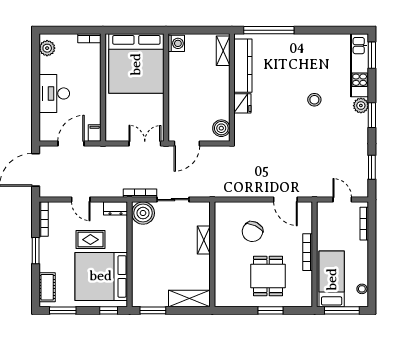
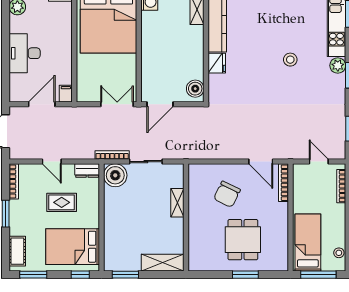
bookcase: (308, 252) -> (283, 183), moved
bed: (101, 276) -> (73, 247), width x0.73

